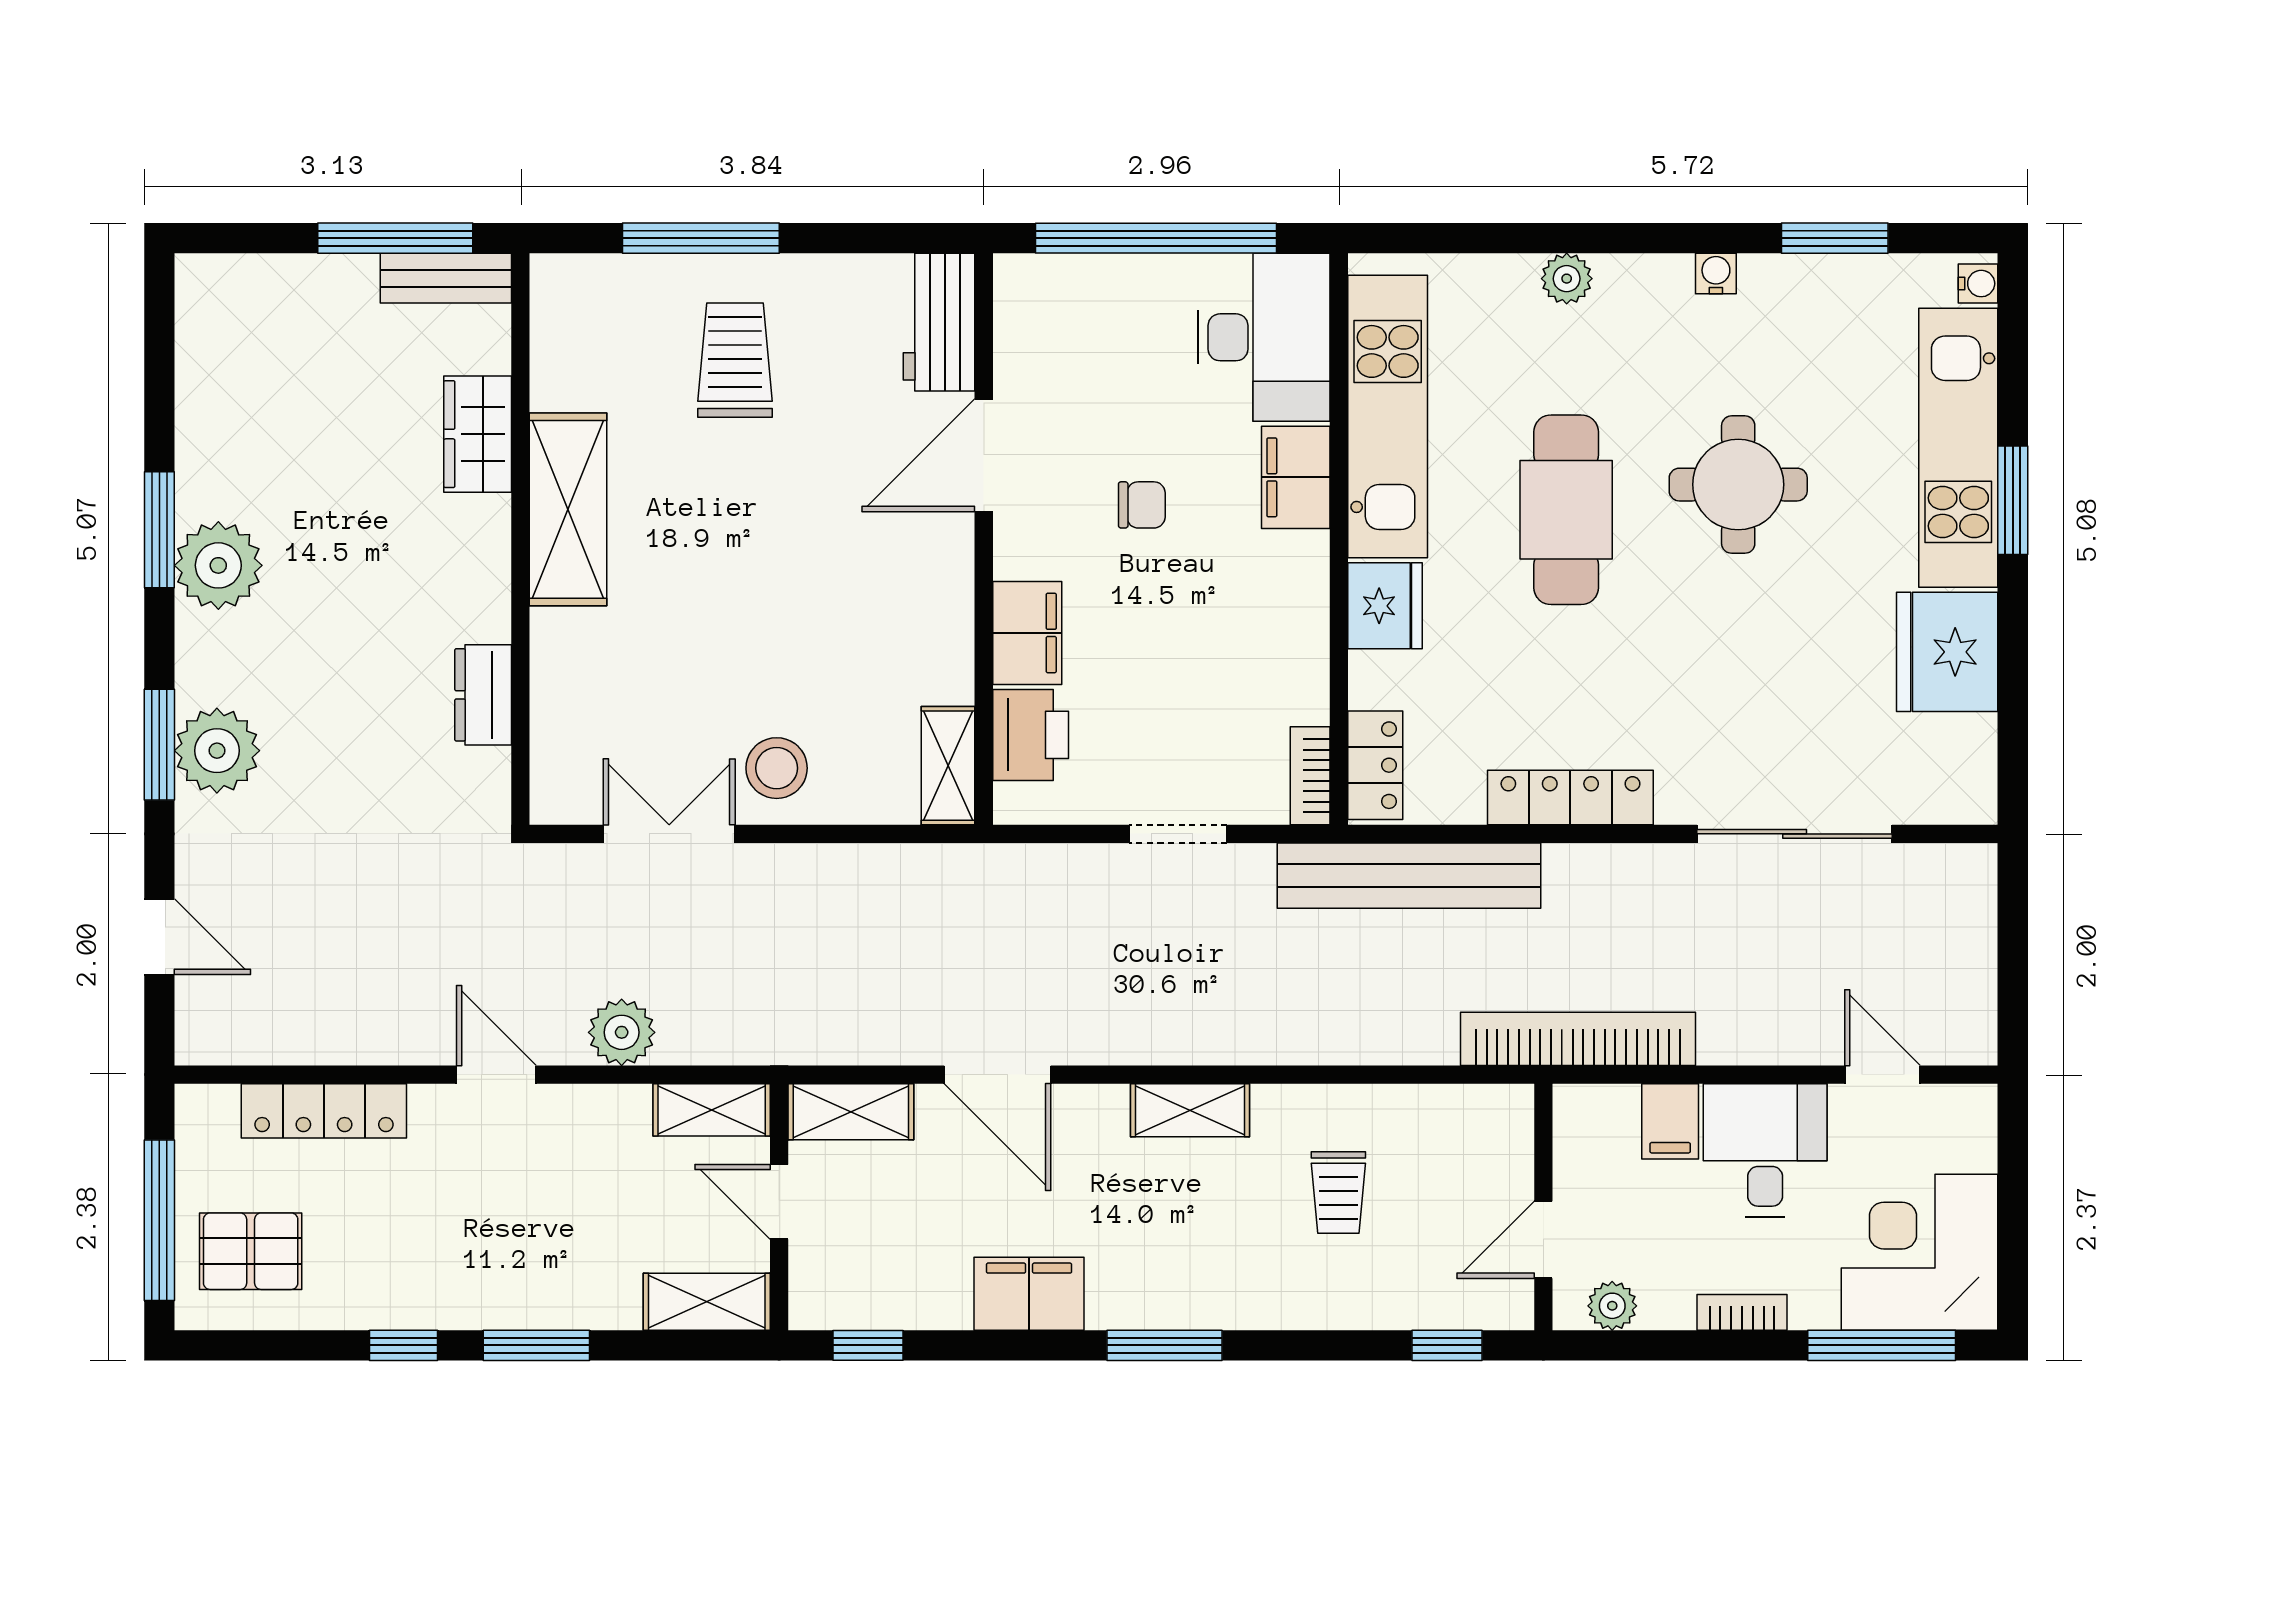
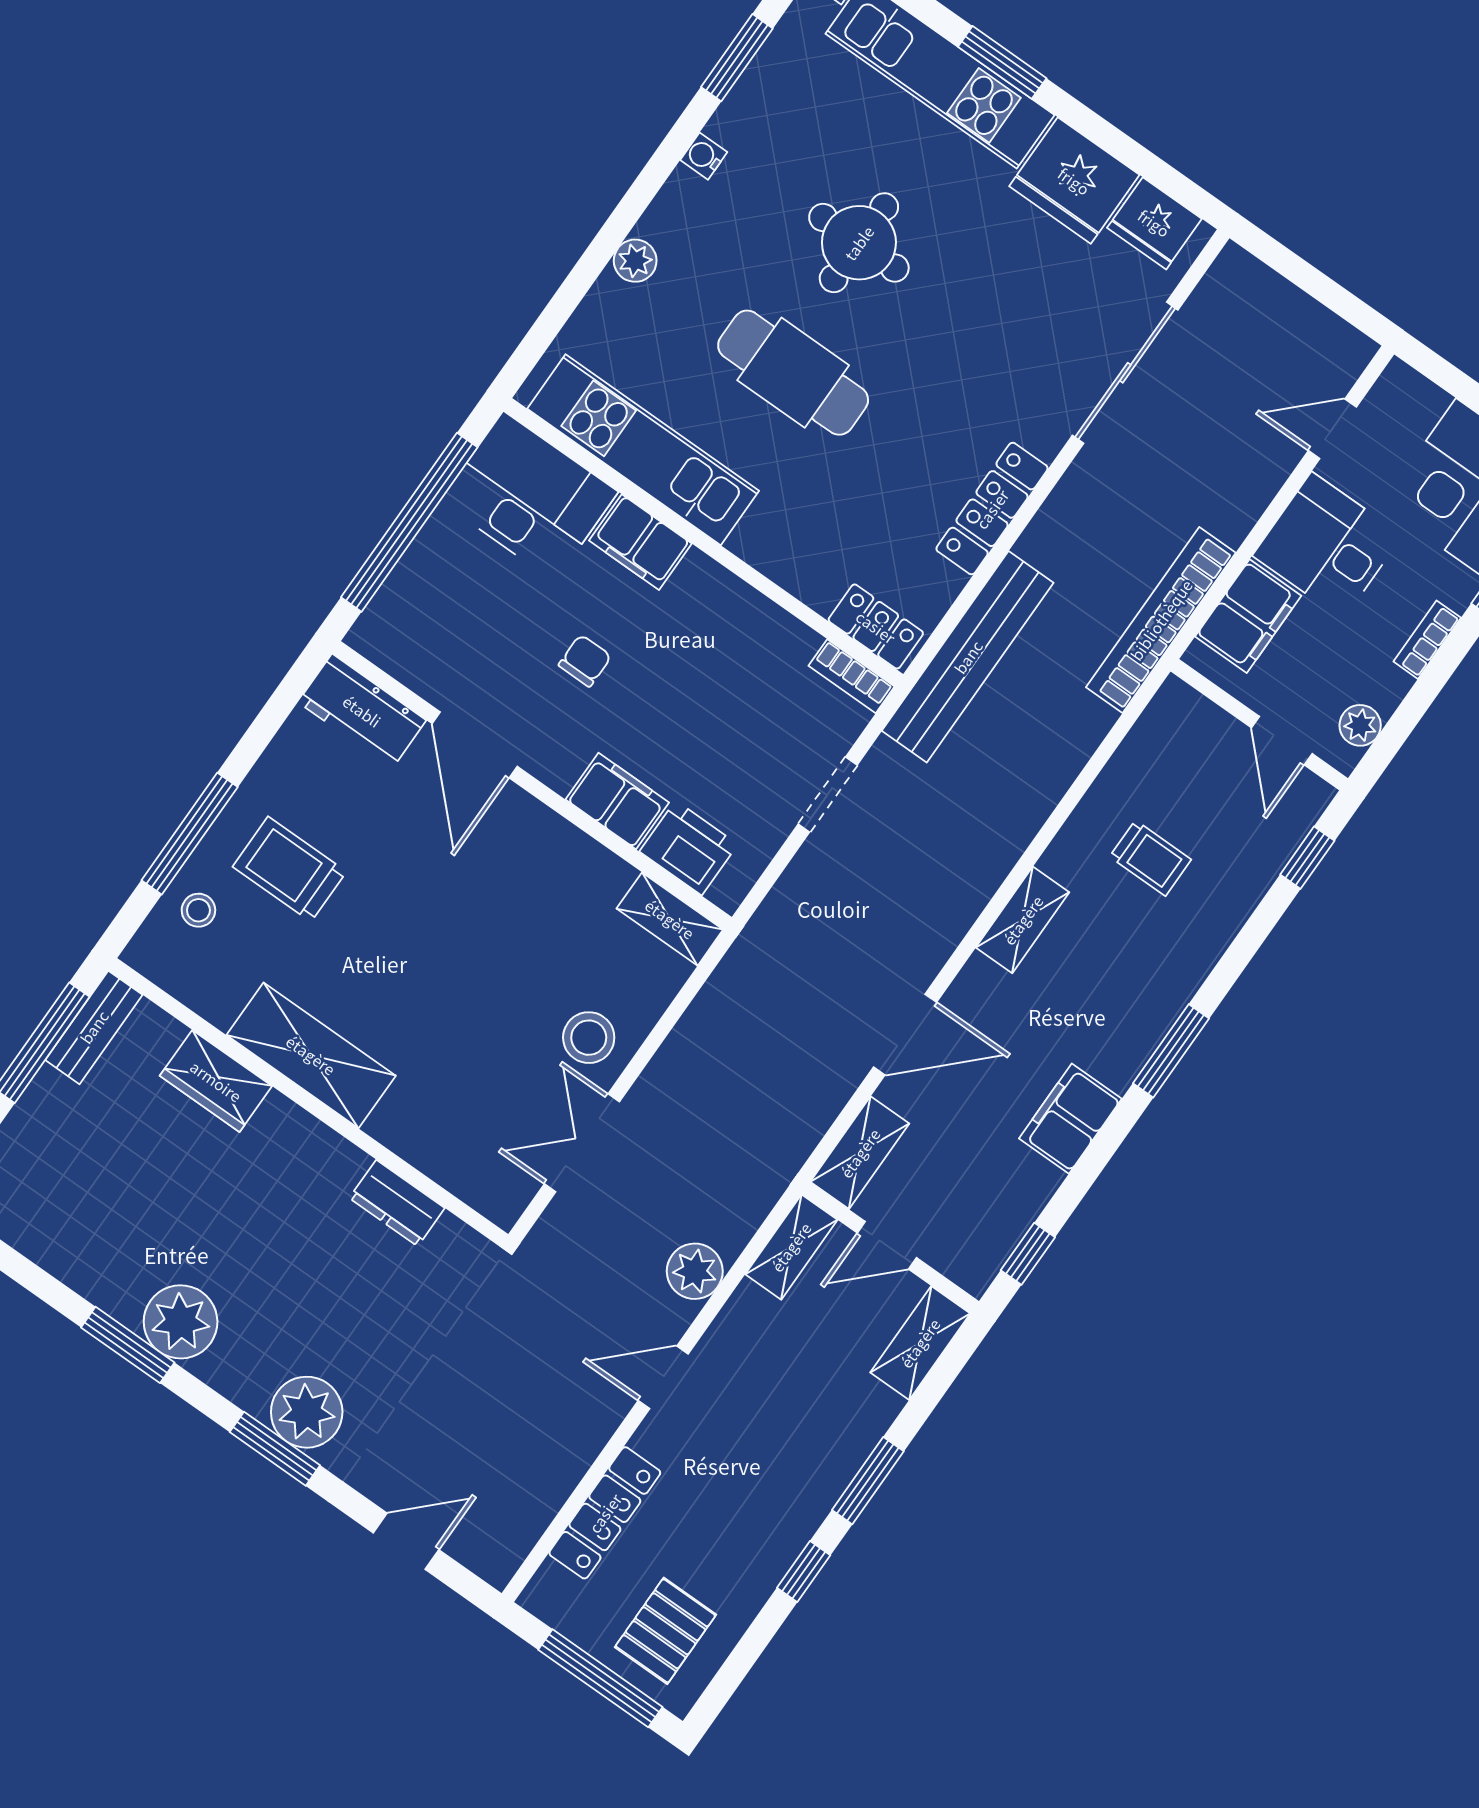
stool: (632, 300) -> (198, 910), added
fridge: (1385, 606) -> (1154, 223), moved, turned 180
filing cabinet: (1670, 1121) -> (1248, 616), width x2.00

